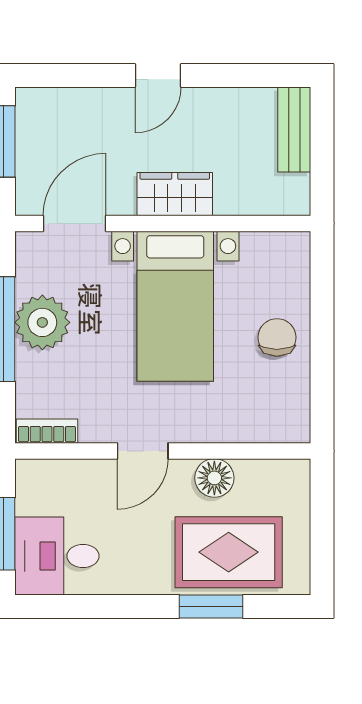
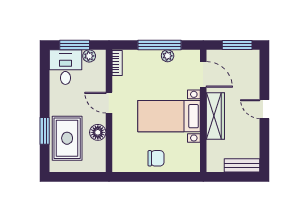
wardrobe: (175, 194) -> (215, 116), width x1.50
plant: (42, 322) -> (168, 56), width x0.53, depth x0.53
plant: (30, 499) -> (89, 56), added

